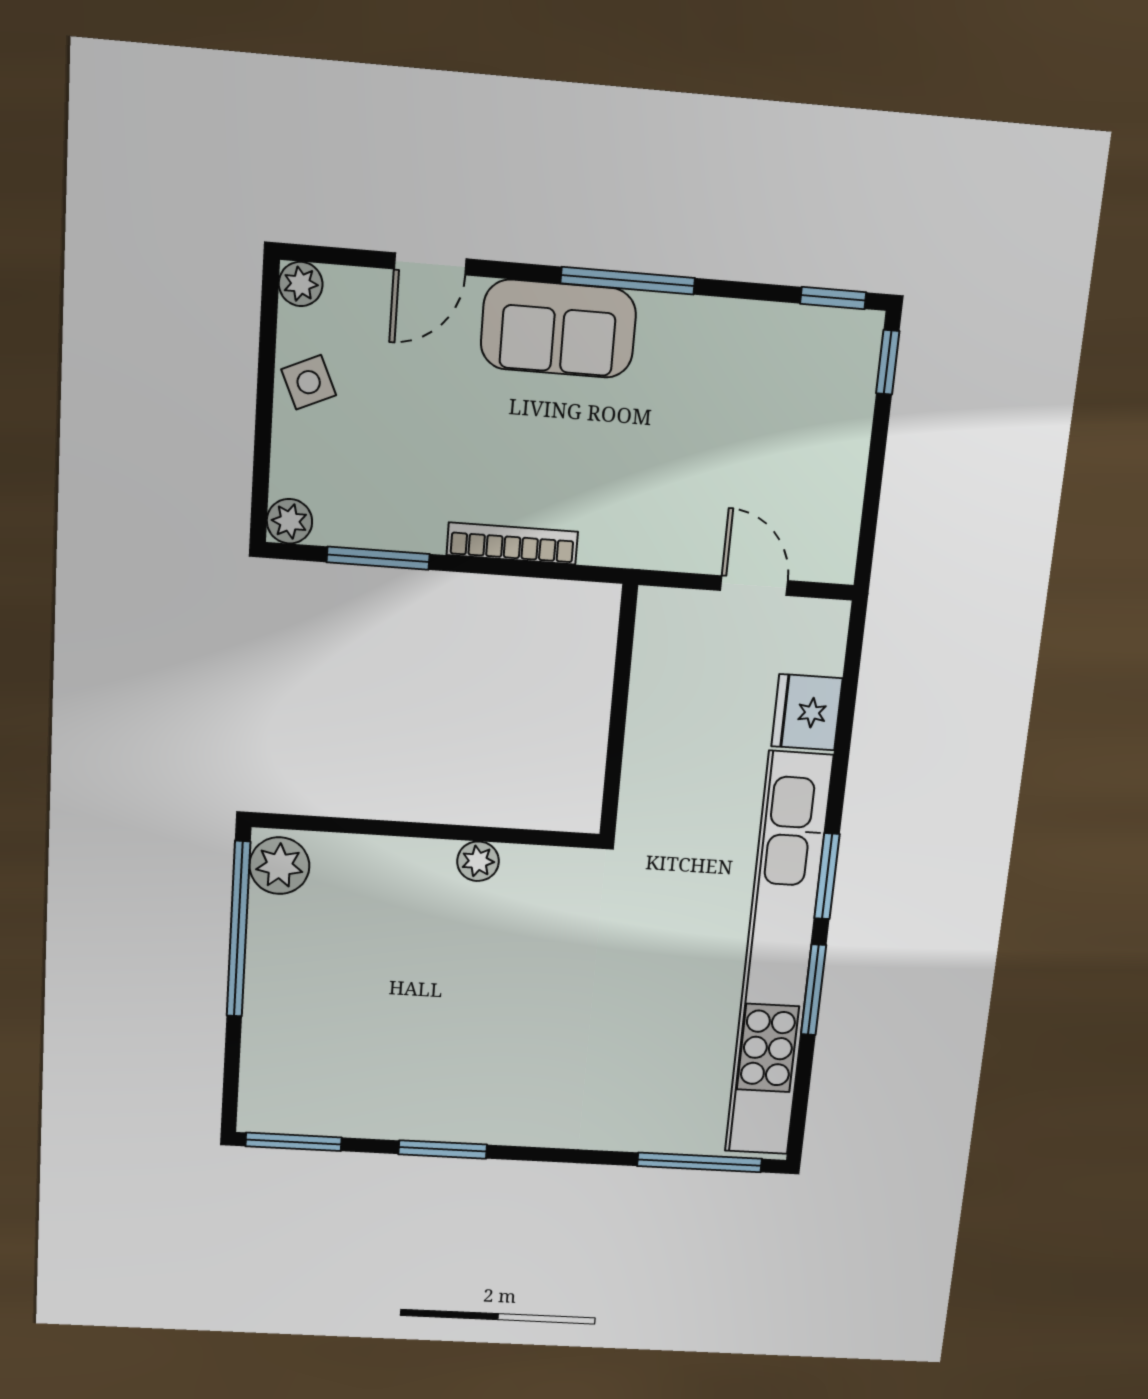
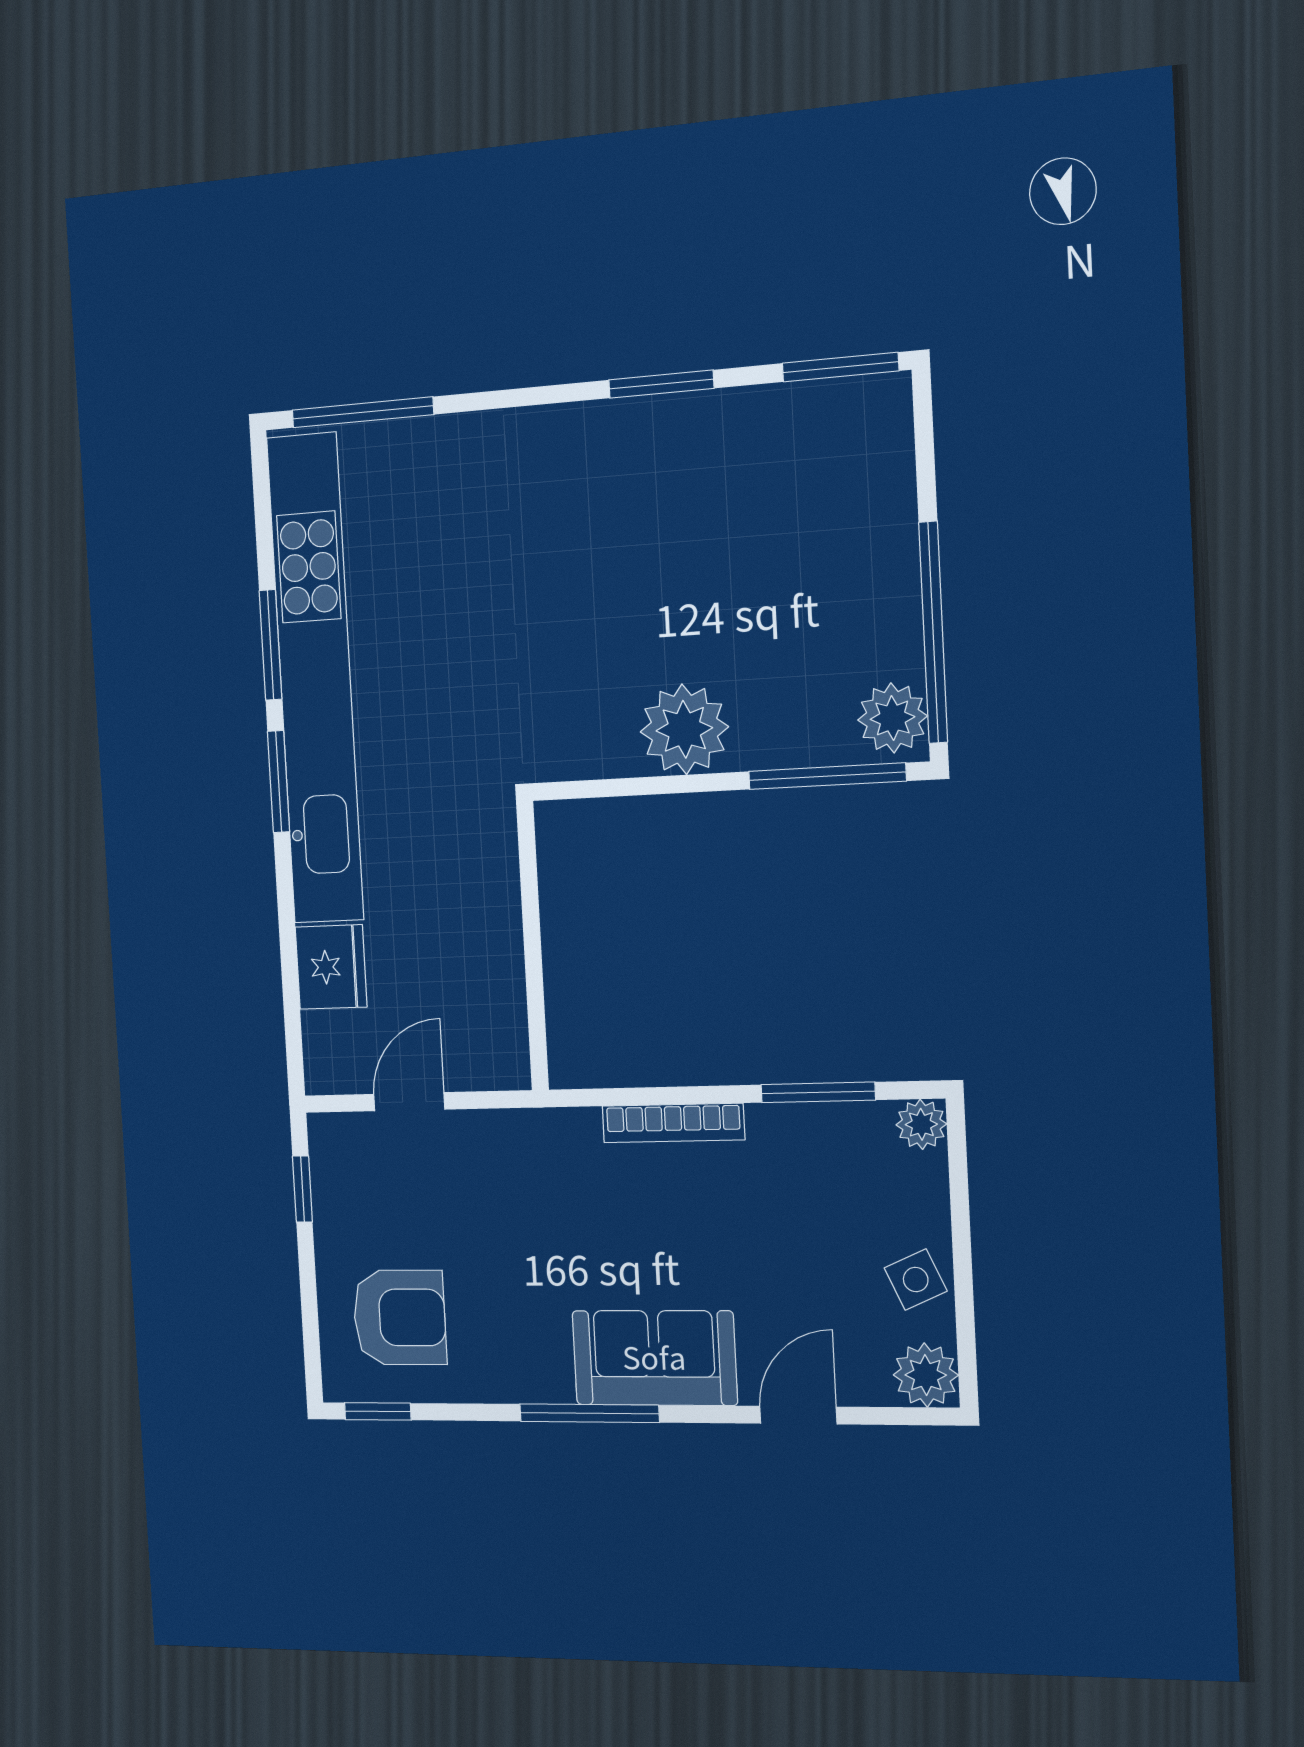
plant: (301, 284) -> (926, 1375), width x1.38, depth x1.38
window: (888, 362) -> (302, 1189), moved
armchair: (797, 387) -> (399, 1317), added
door: (754, 586) -> (409, 1102), swing flipped
window: (340, 825) -> (827, 776), added
plant: (478, 861) -> (684, 729), width x1.88, depth x1.88

